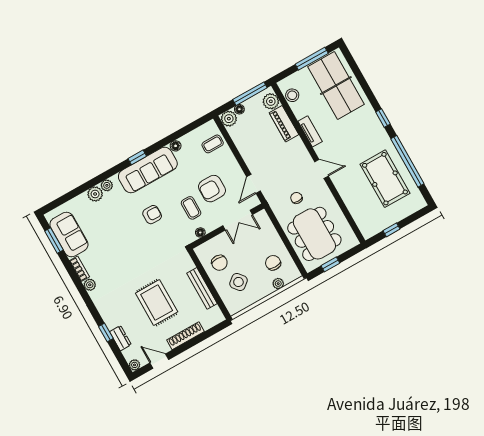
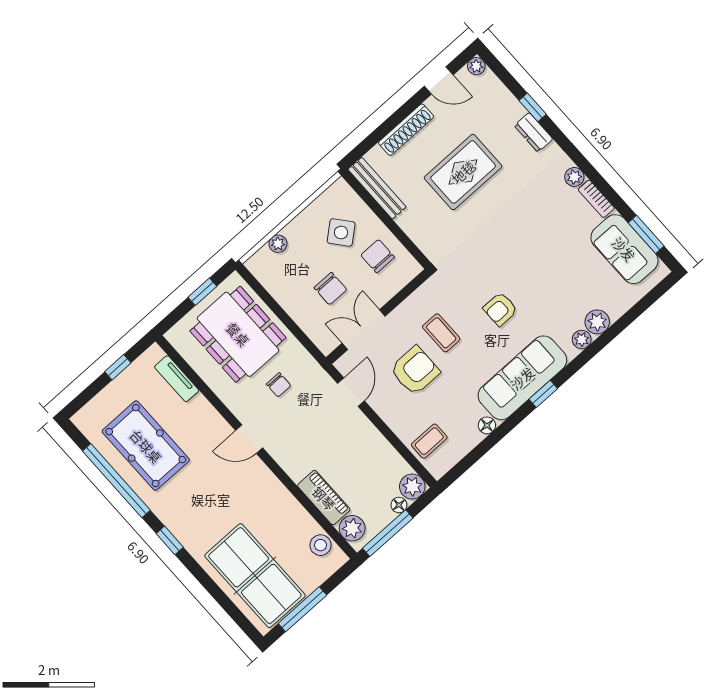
tv unit: (310, 131) -> (177, 379), moved
floor lamp: (200, 232) -> (418, 297), removed
chair: (273, 263) -> (330, 289), moved
bench: (202, 288) -> (377, 188), moved
rug: (157, 303) -> (463, 172), turned 90
dresser: (120, 338) -> (534, 132), moved

